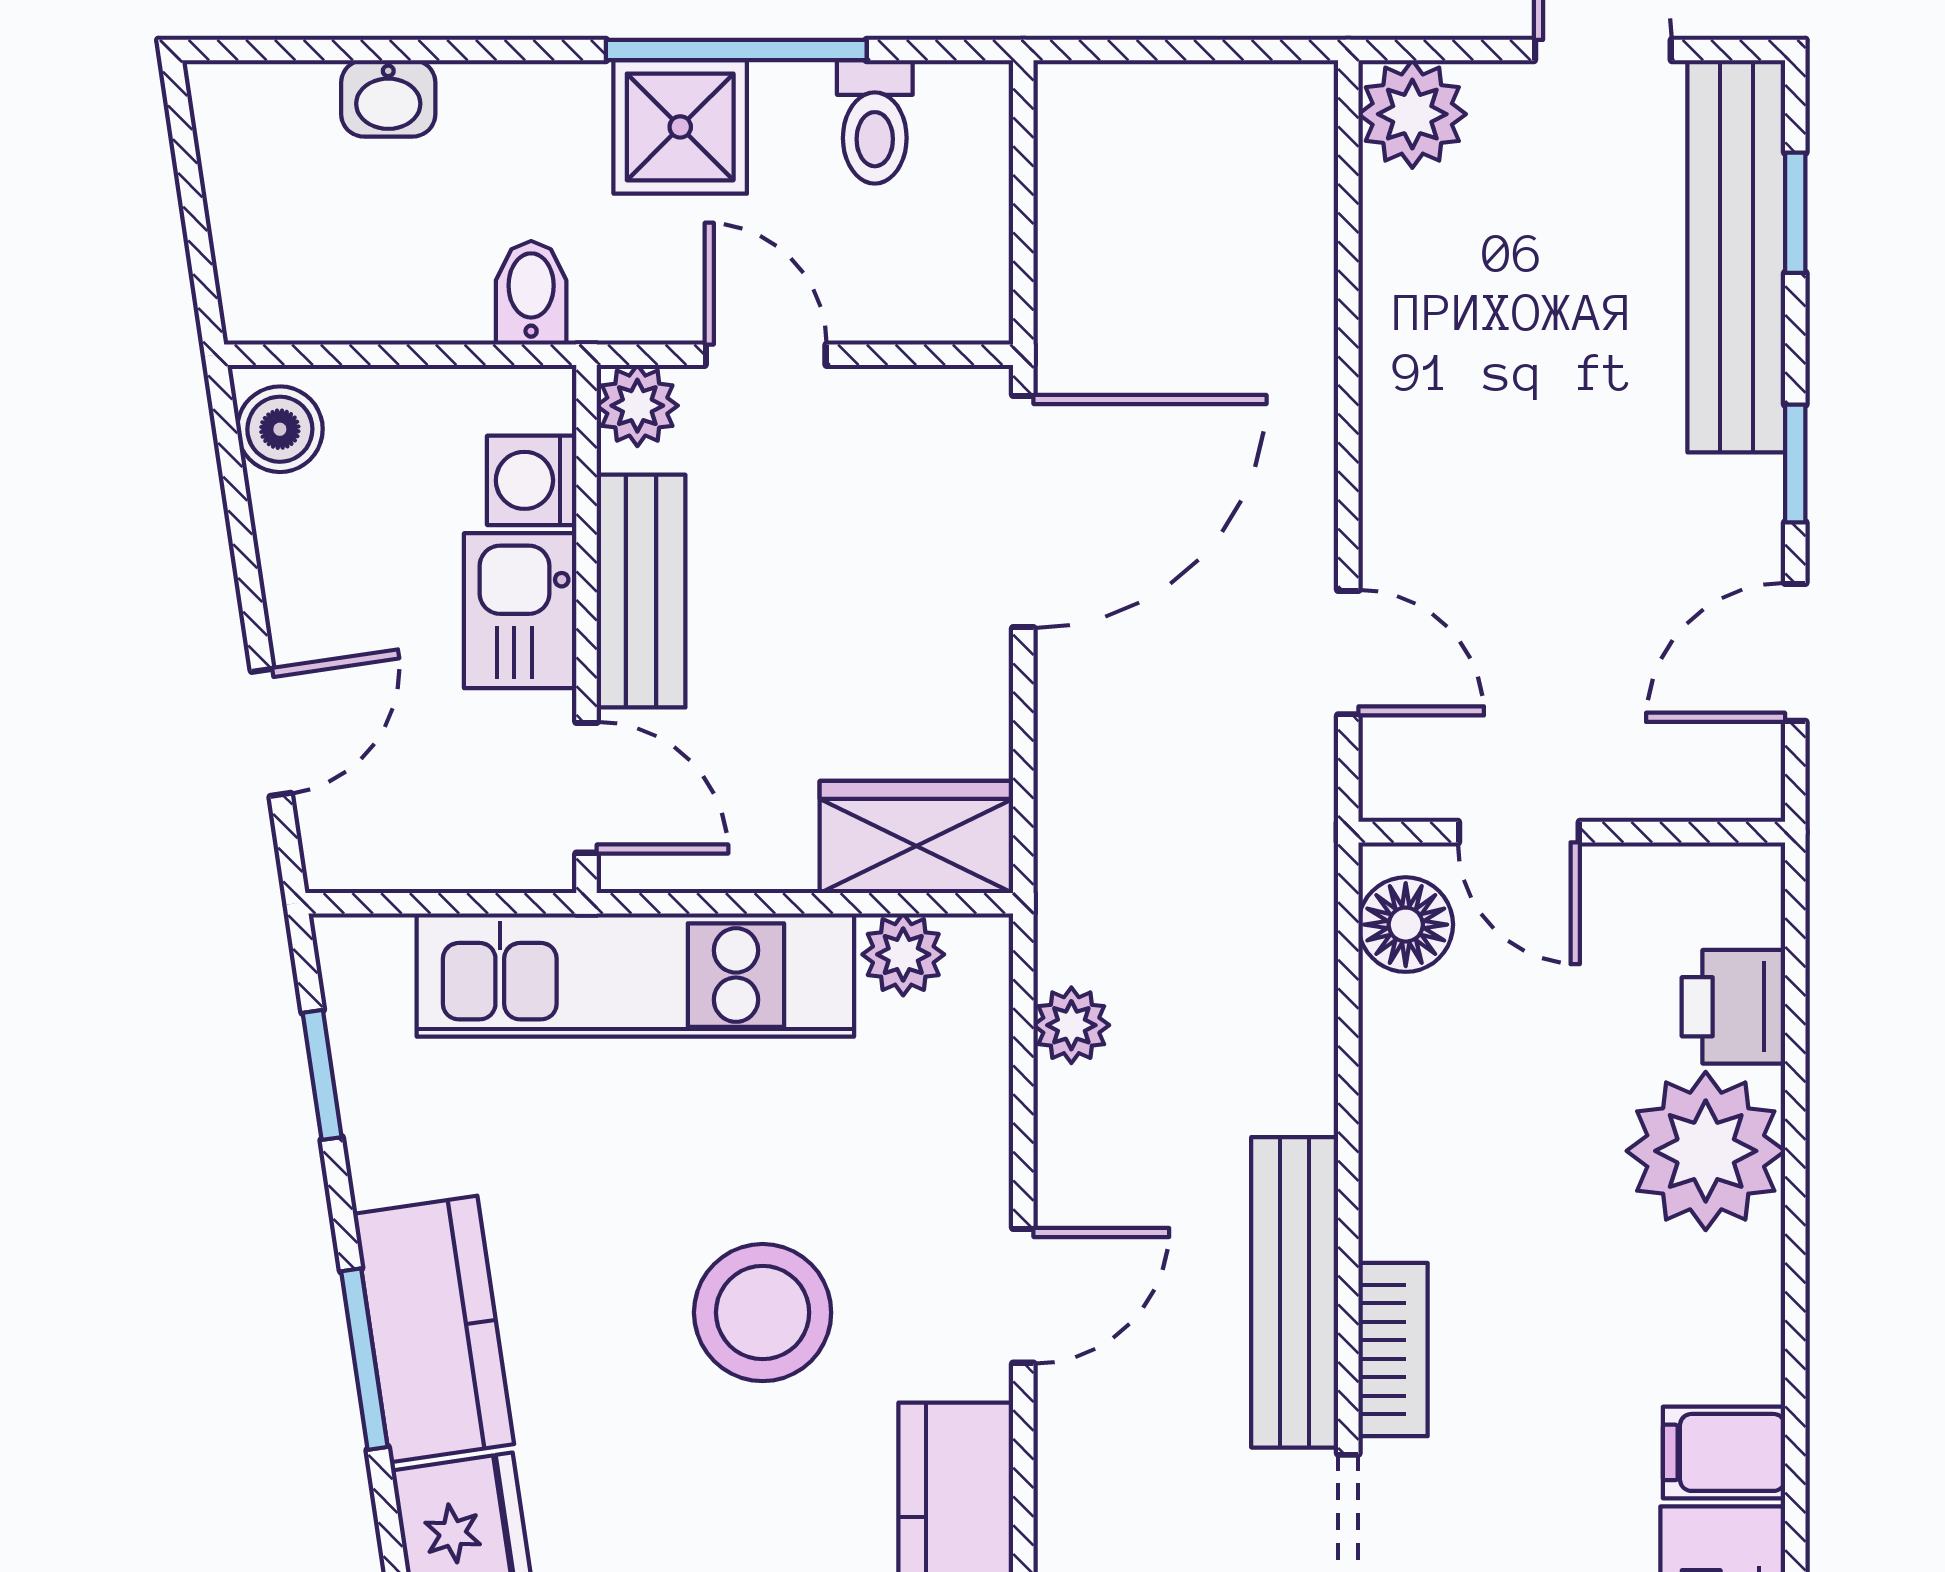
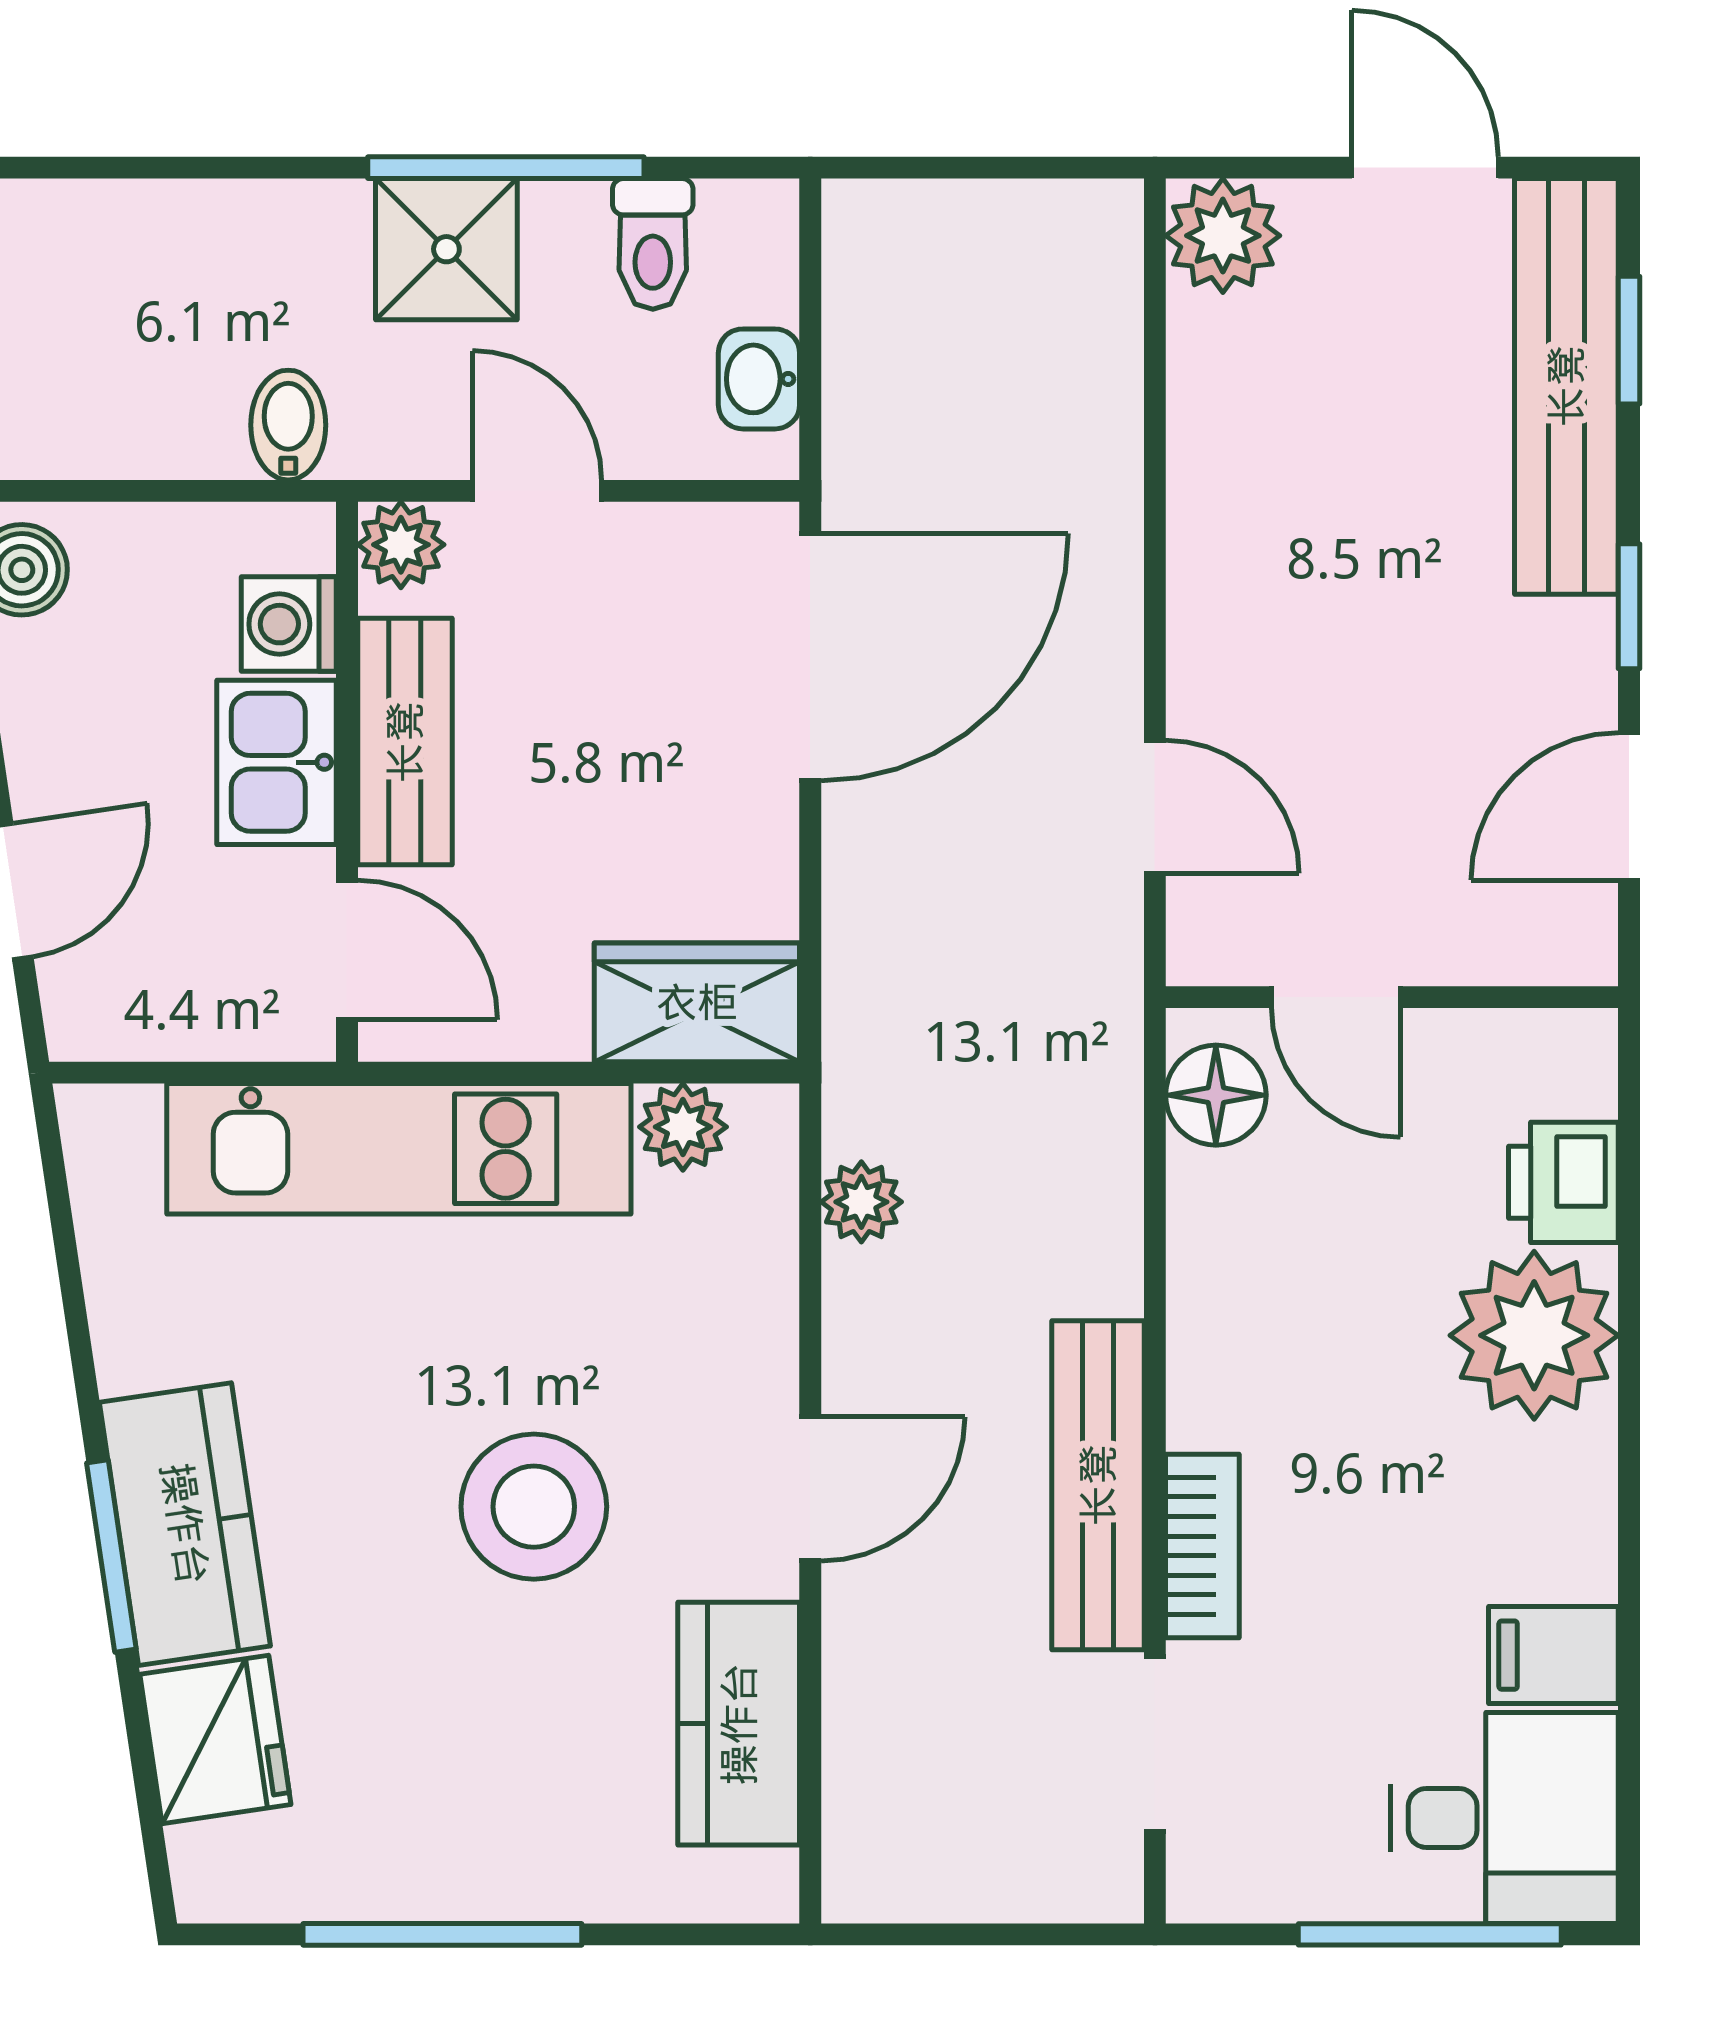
washbasin: (388, 98) -> (759, 379), moved, turned 90
window: (322, 1075) -> (67, 1255), removed

